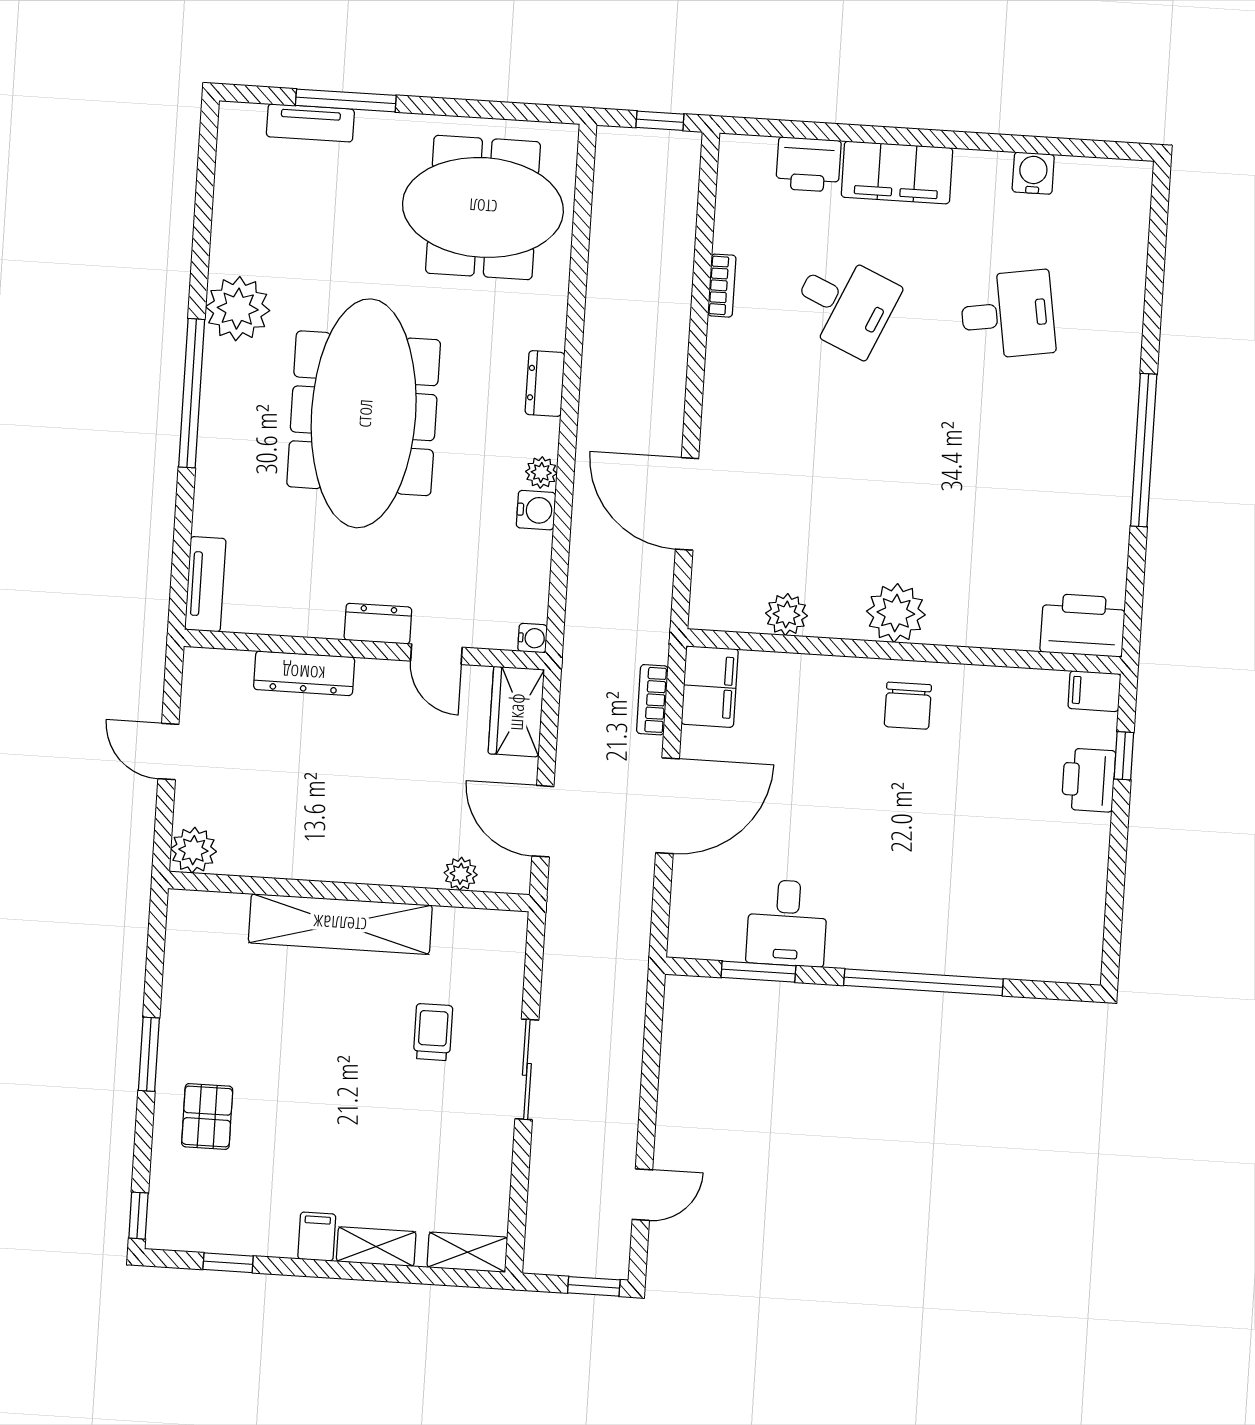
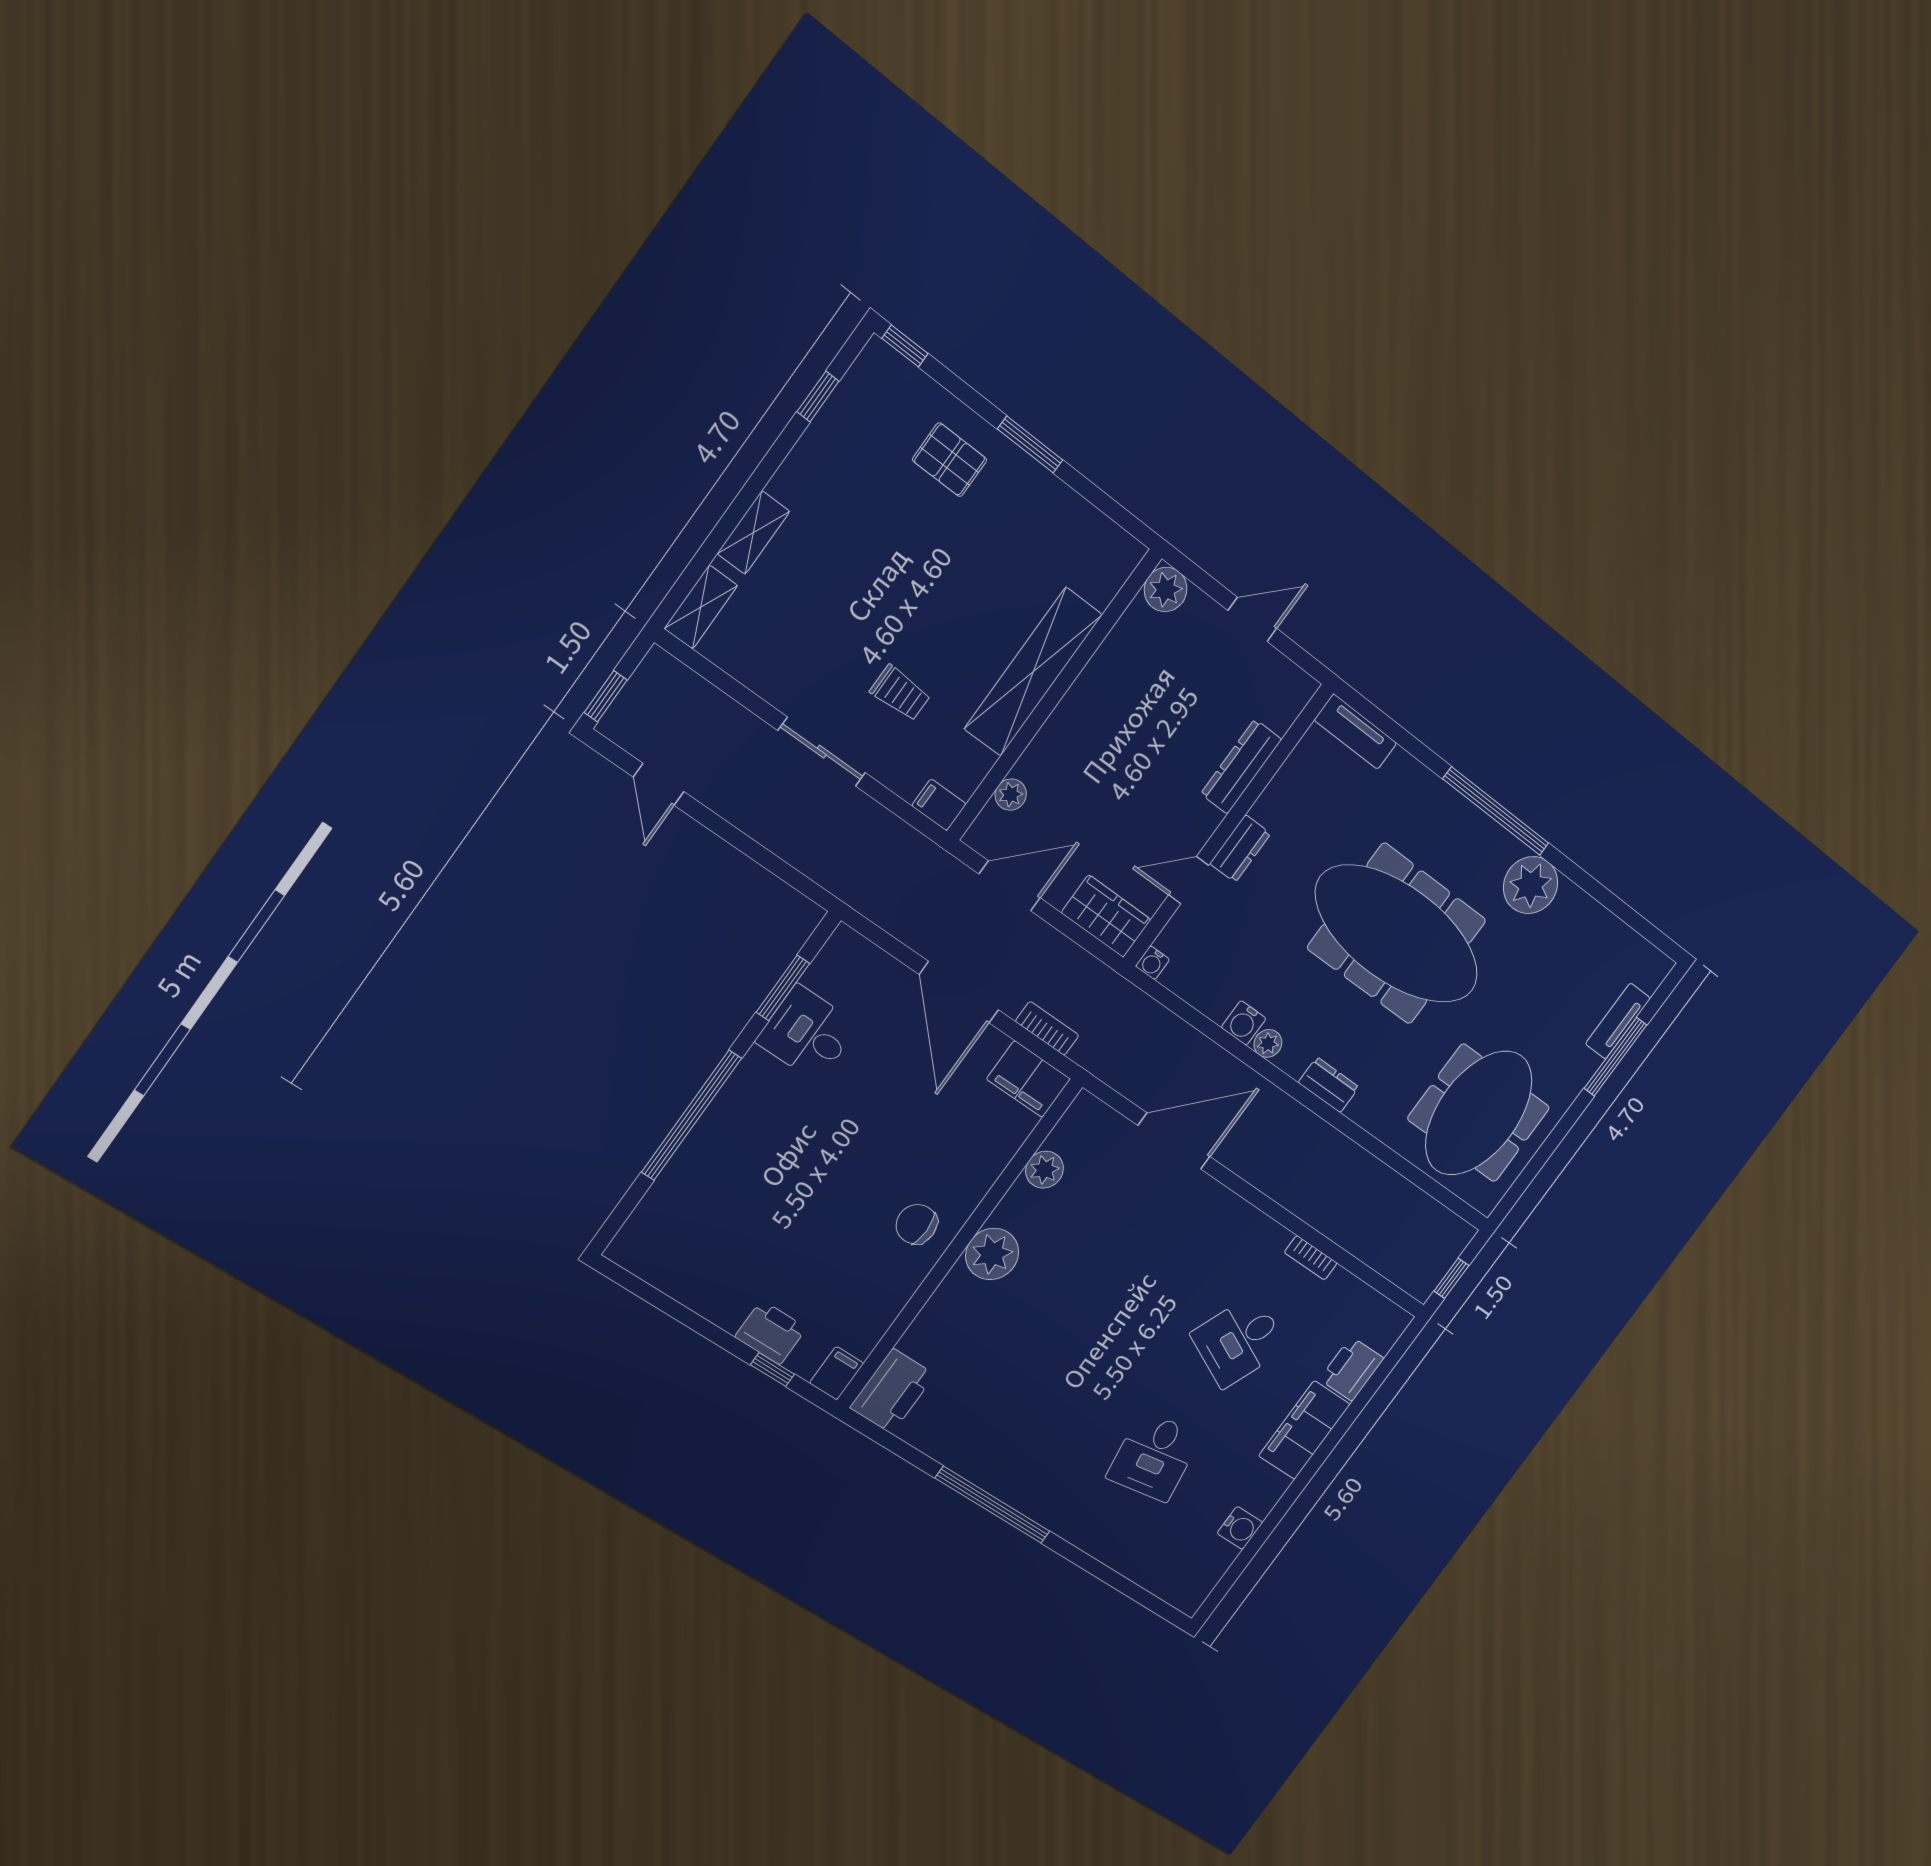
filing cabinet: (317, 1237) -> (939, 805), moved, turned 180

